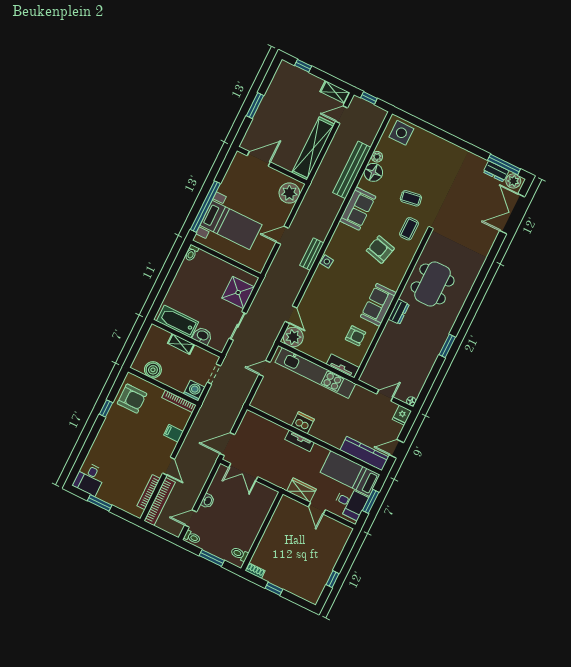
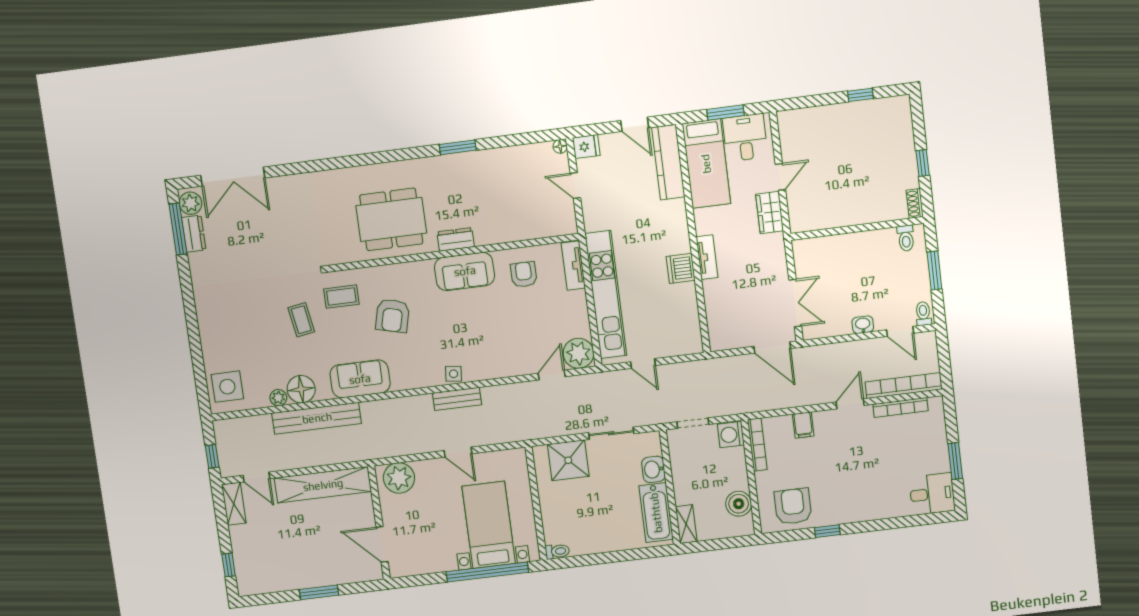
shelving: (181, 344) -> (686, 524), moved

